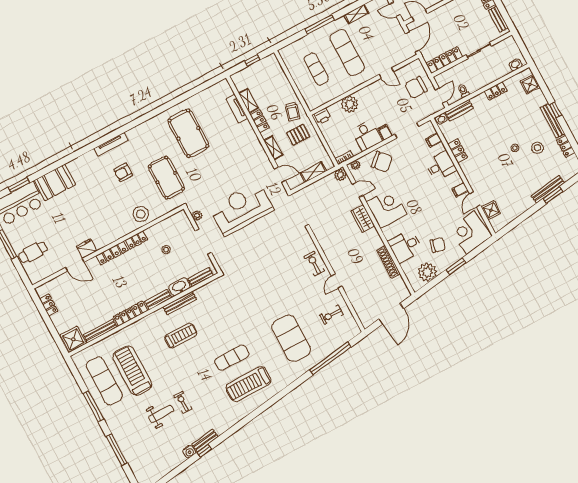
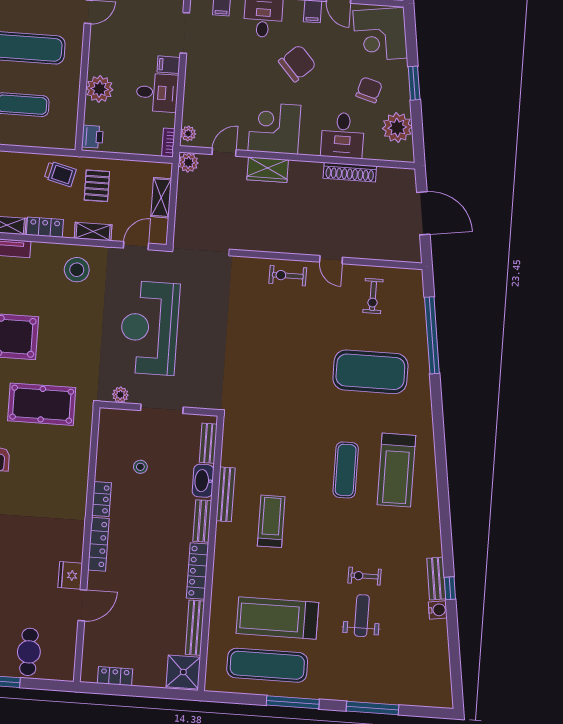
chair: (382, 162) -> (297, 63), moved
stool: (141, 214) -> (77, 270), moved

